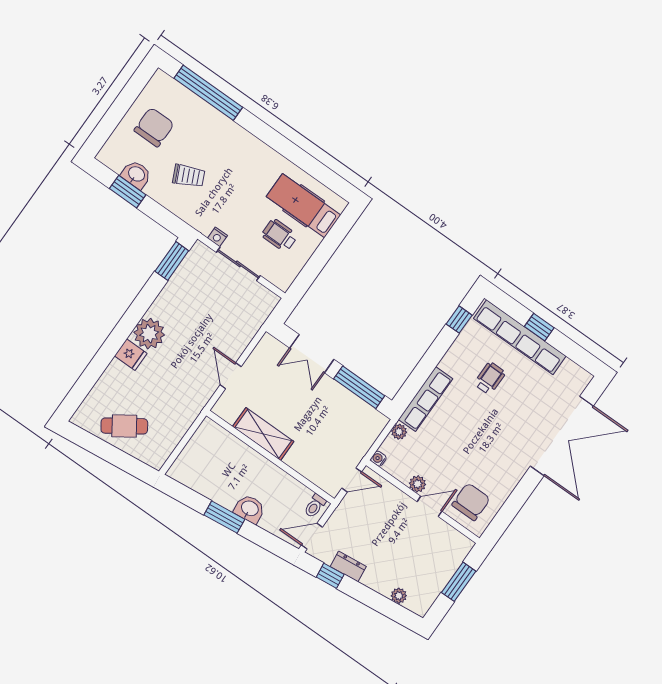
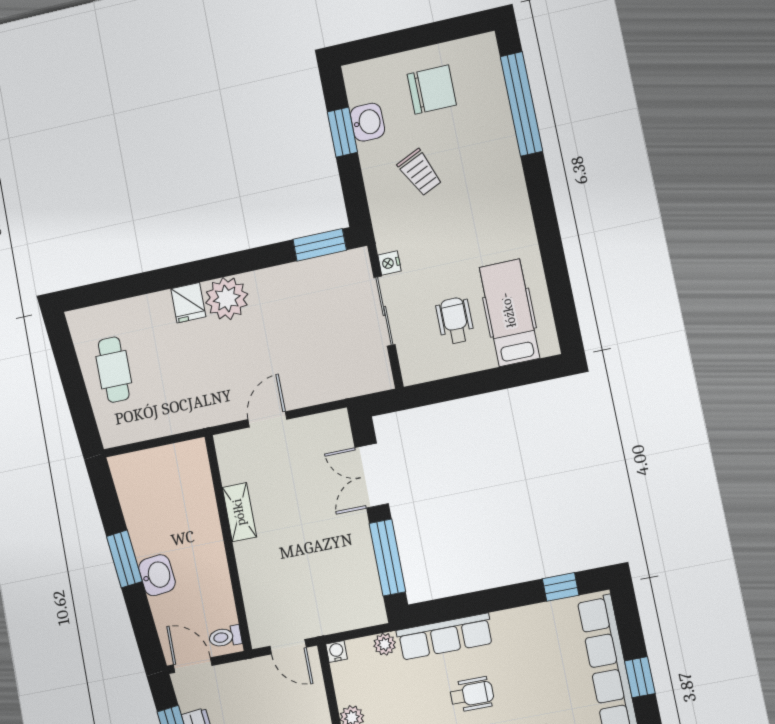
wheelchair: (490, 378) -> (472, 694), moved
cafe table: (124, 426) -> (114, 370), turned 34
shelving: (263, 434) -> (239, 512), width x0.67, depth x0.75

